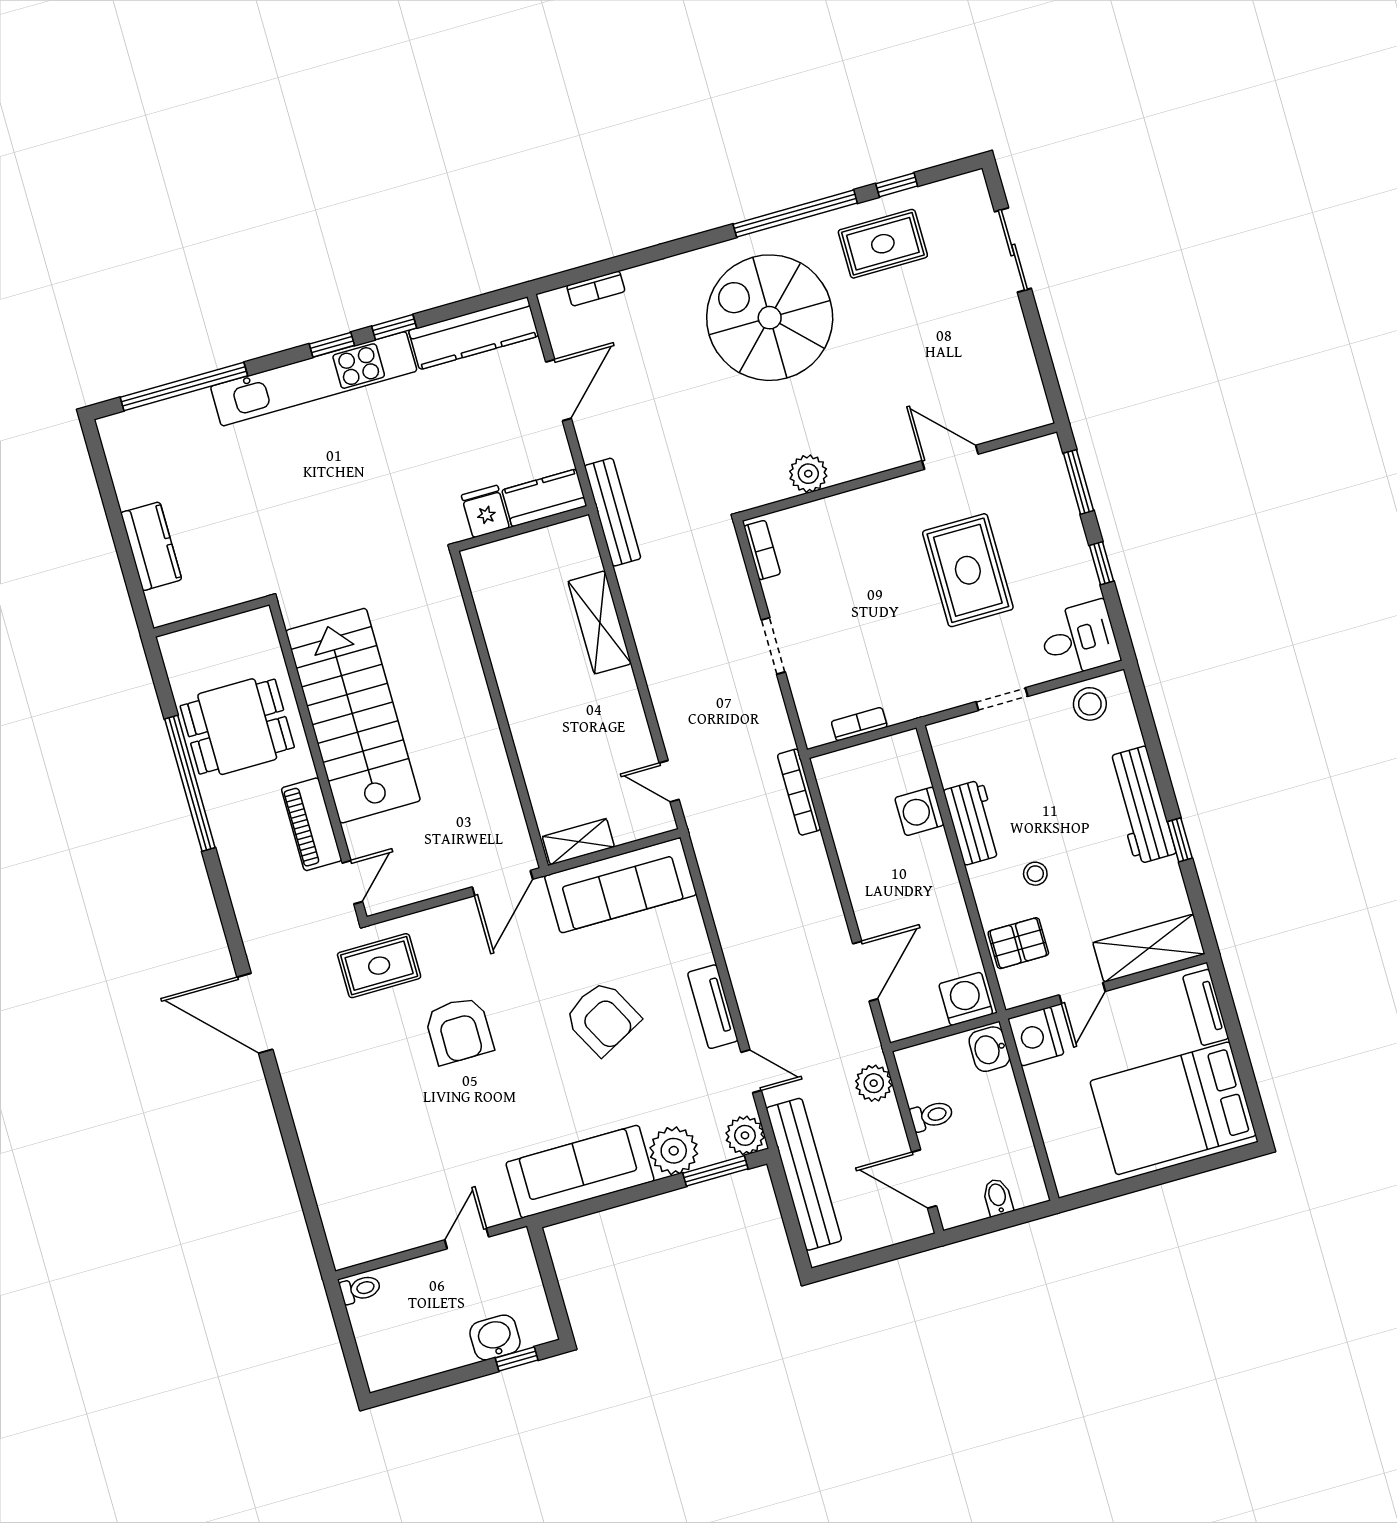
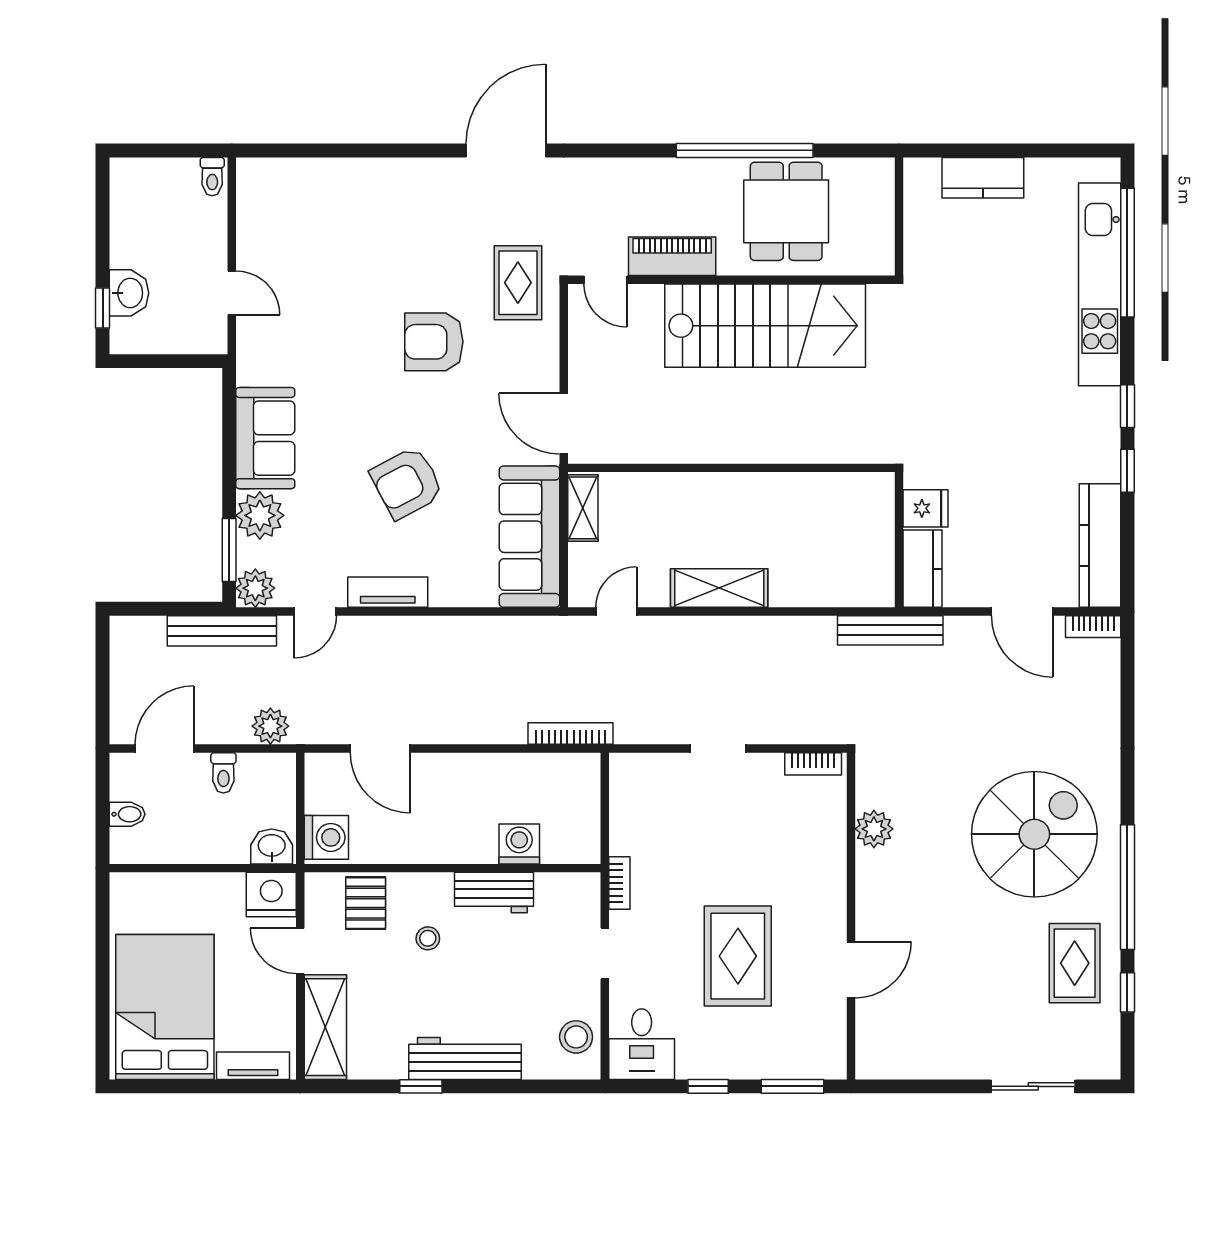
bookcase: (596, 289) -> (1093, 627), moved, turned -90
kitchen unit: (314, 379) -> (1100, 284), moved
rug: (968, 570) -> (738, 956), turned 90
shelving: (600, 622) -> (719, 588), moved
bookcase: (859, 724) -> (619, 883), moved
sofa: (580, 1172) -> (265, 438), width x0.73
bench: (804, 1174) -> (222, 631), width x0.73, depth x0.82

